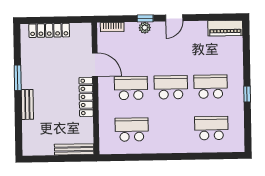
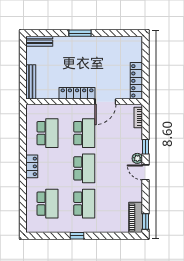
window: (230, 17) -> (146, 221), added
plant: (145, 28) -> (137, 158), moved
locker: (49, 30) -> (136, 81), moved
window: (18, 78) -> (80, 33), moved
bench: (27, 104) -> (39, 41), moved
locker: (170, 147) -> (32, 166), added

